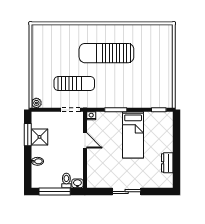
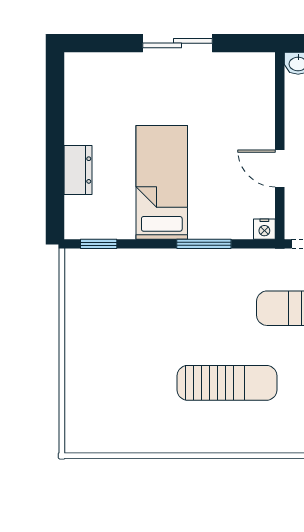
sun lounger: (106, 53) -> (227, 383), width x0.73, depth x0.75
dresser: (167, 163) -> (78, 170), moved

